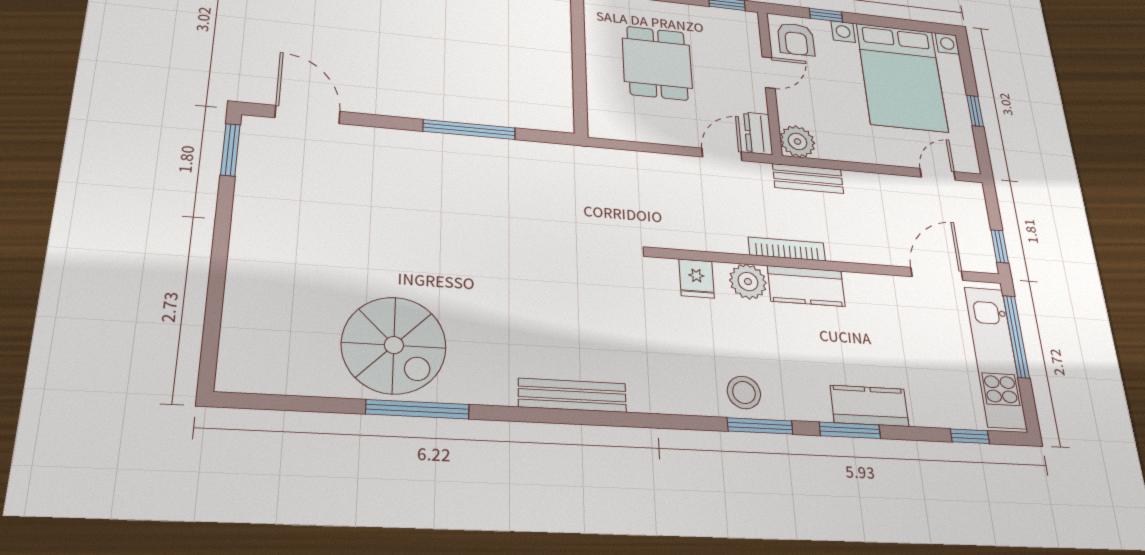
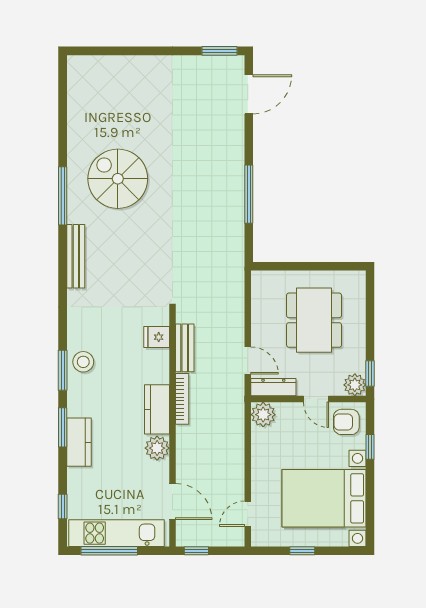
plant: (744, 23) -> (355, 385), added
dining table: (657, 63) -> (314, 320), width x1.38
dresser: (758, 133) -> (273, 387), width x1.44
door: (938, 174) -> (248, 514), swing flipped
bench: (808, 178) -> (185, 348), moved
plant: (748, 282) -> (157, 448), moved
window: (1016, 337) -> (109, 551), moved
spiral stairs: (394, 345) -> (118, 179), moved, turned 90
window: (418, 409) -> (63, 196), moved

